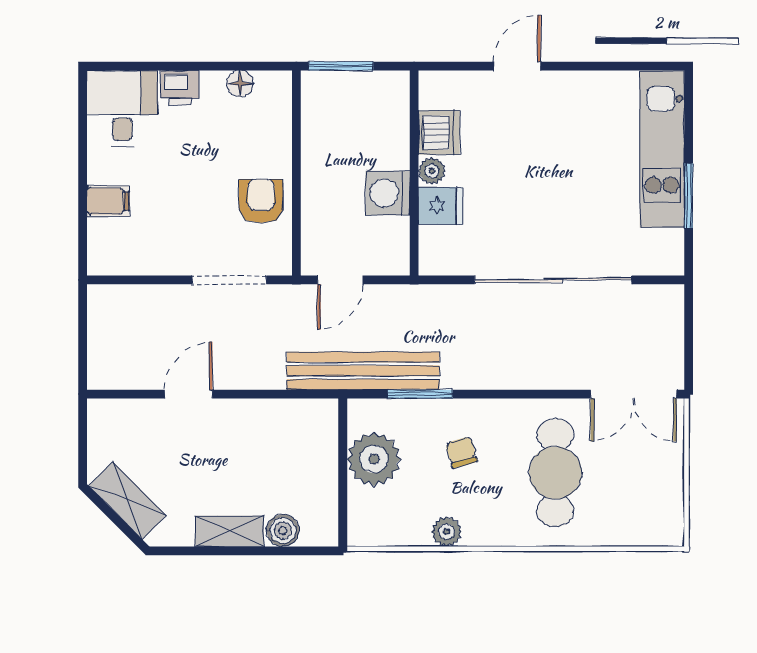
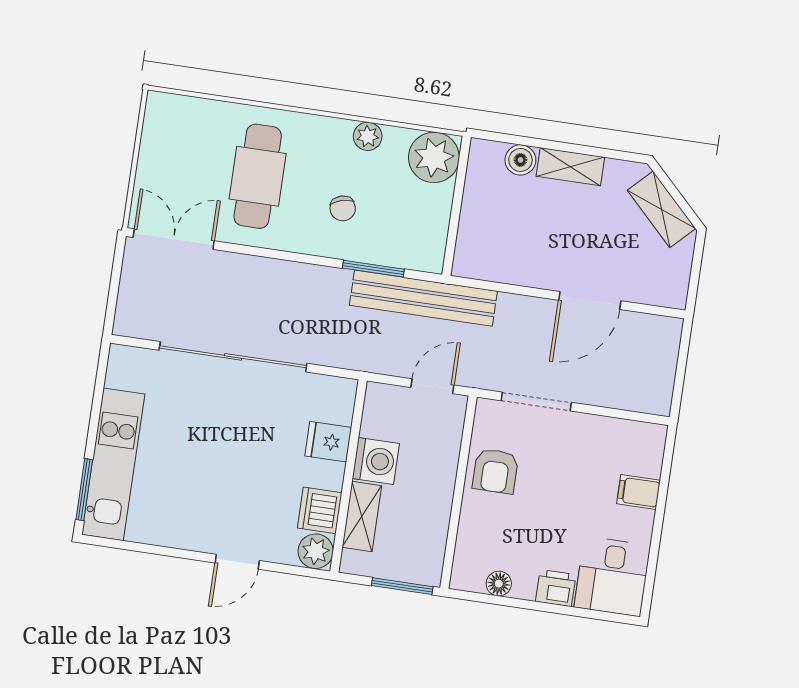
shelving: (394, 133) -> (362, 517), added
plant: (432, 171) -> (316, 551), moved, width x1.38, depth x1.38
window: (689, 196) -> (84, 490), moved
door: (189, 394) -> (590, 301), width x1.37
plant: (374, 459) -> (434, 157), moved

